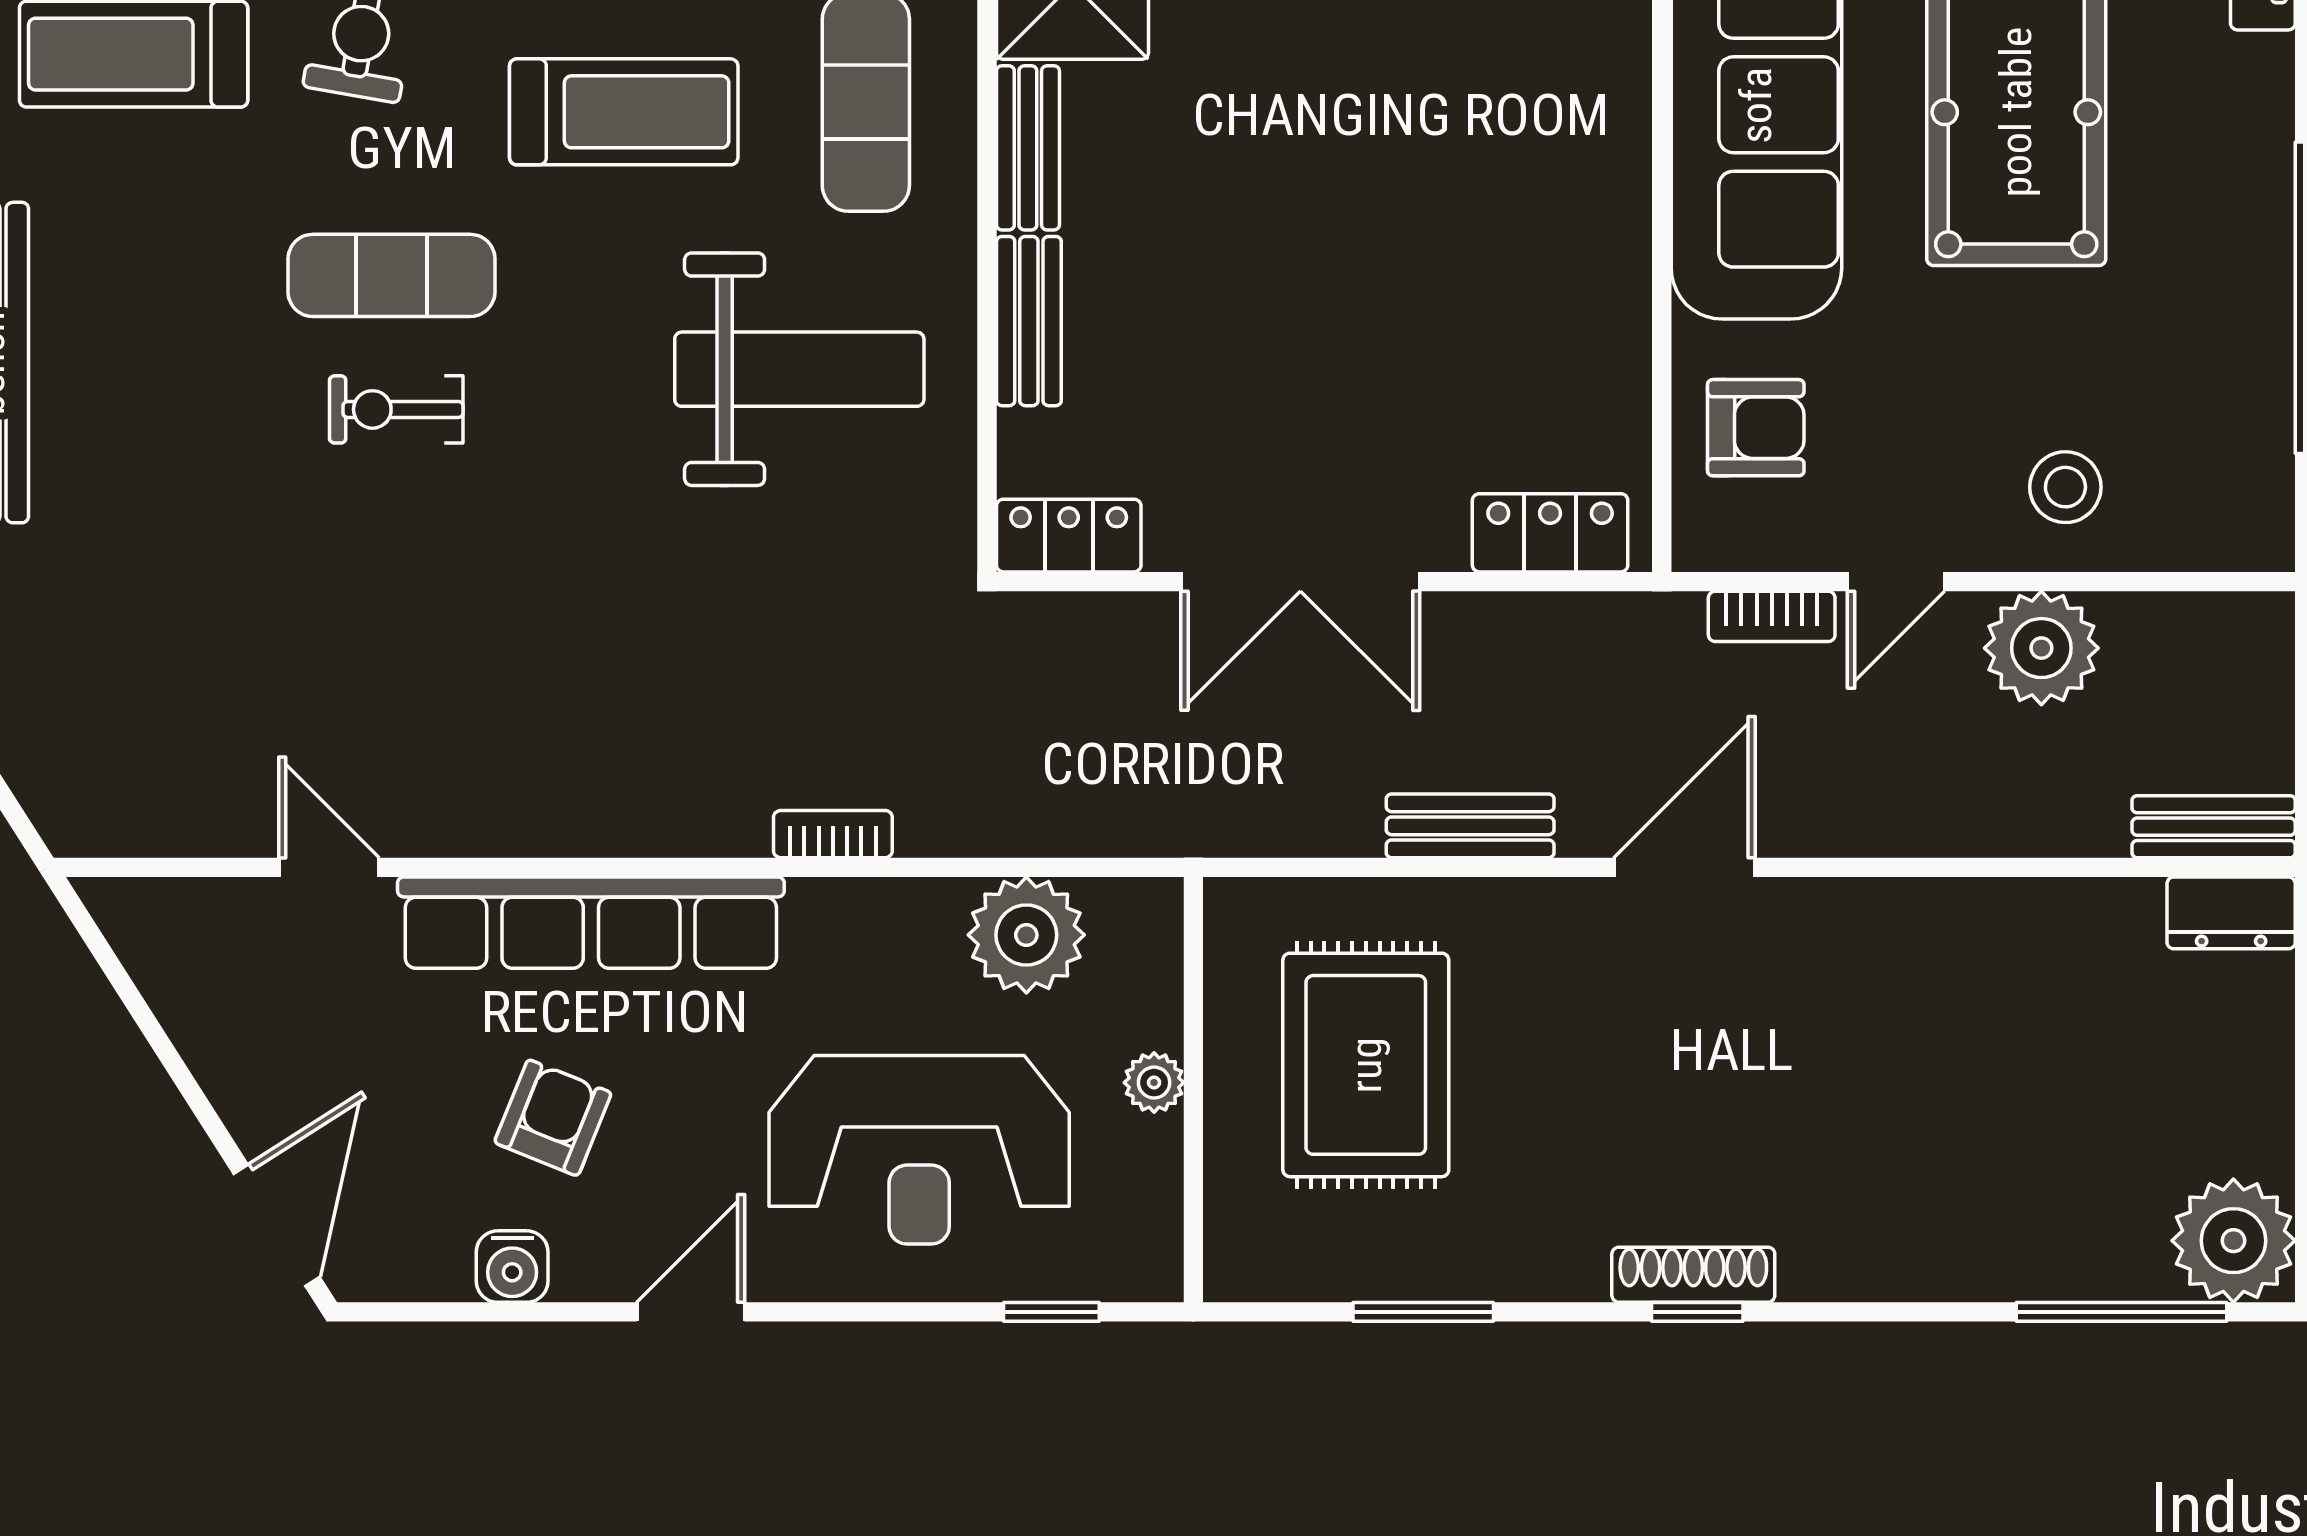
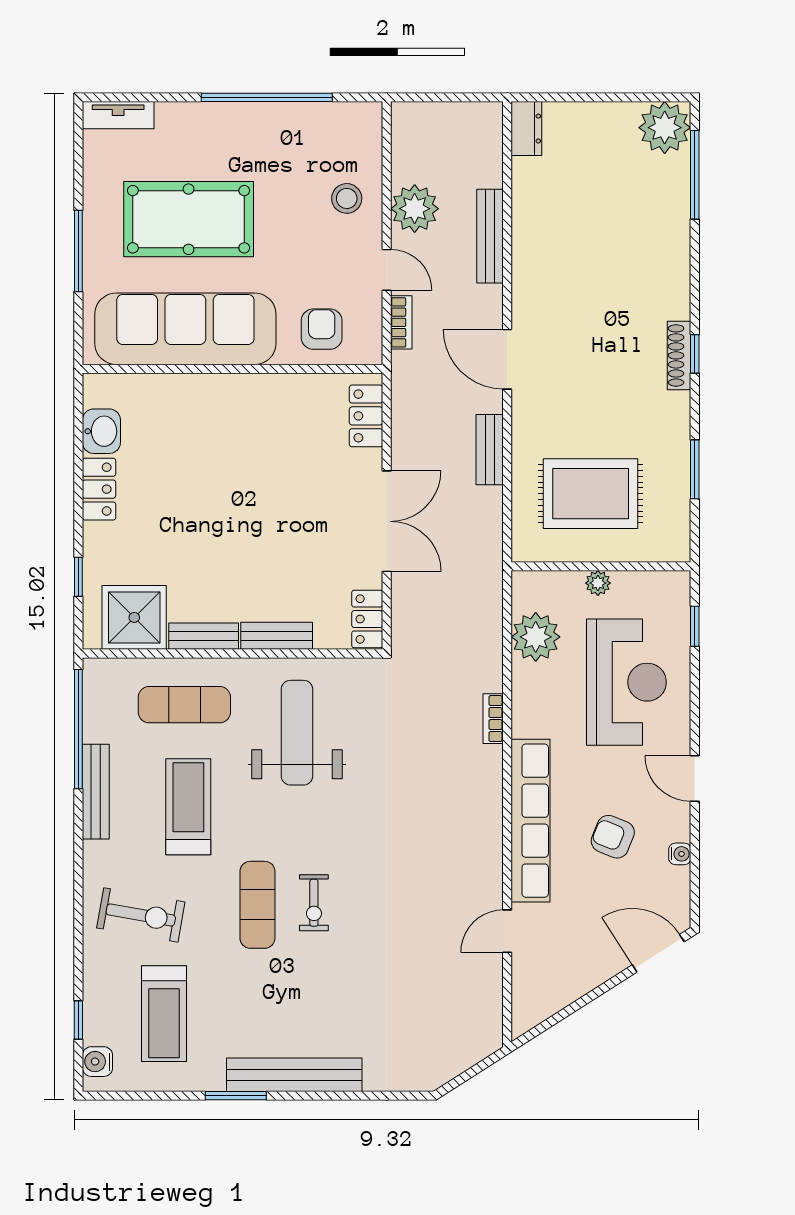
bench: (2214, 827) -> (490, 236), moved, width x1.36
water cooler: (512, 1267) -> (680, 854), width x0.72, depth x0.72

